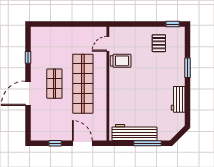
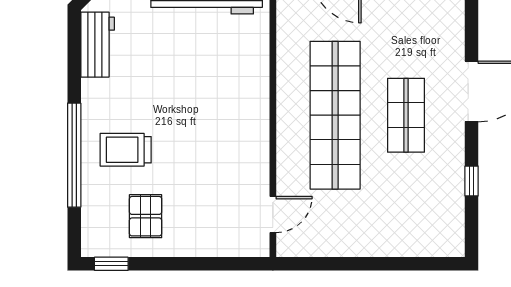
trolley: (121, 61) -> (126, 150), moved
window: (187, 68) -> (74, 155), width x2.11
workbench: (178, 99) -> (98, 45), moved

